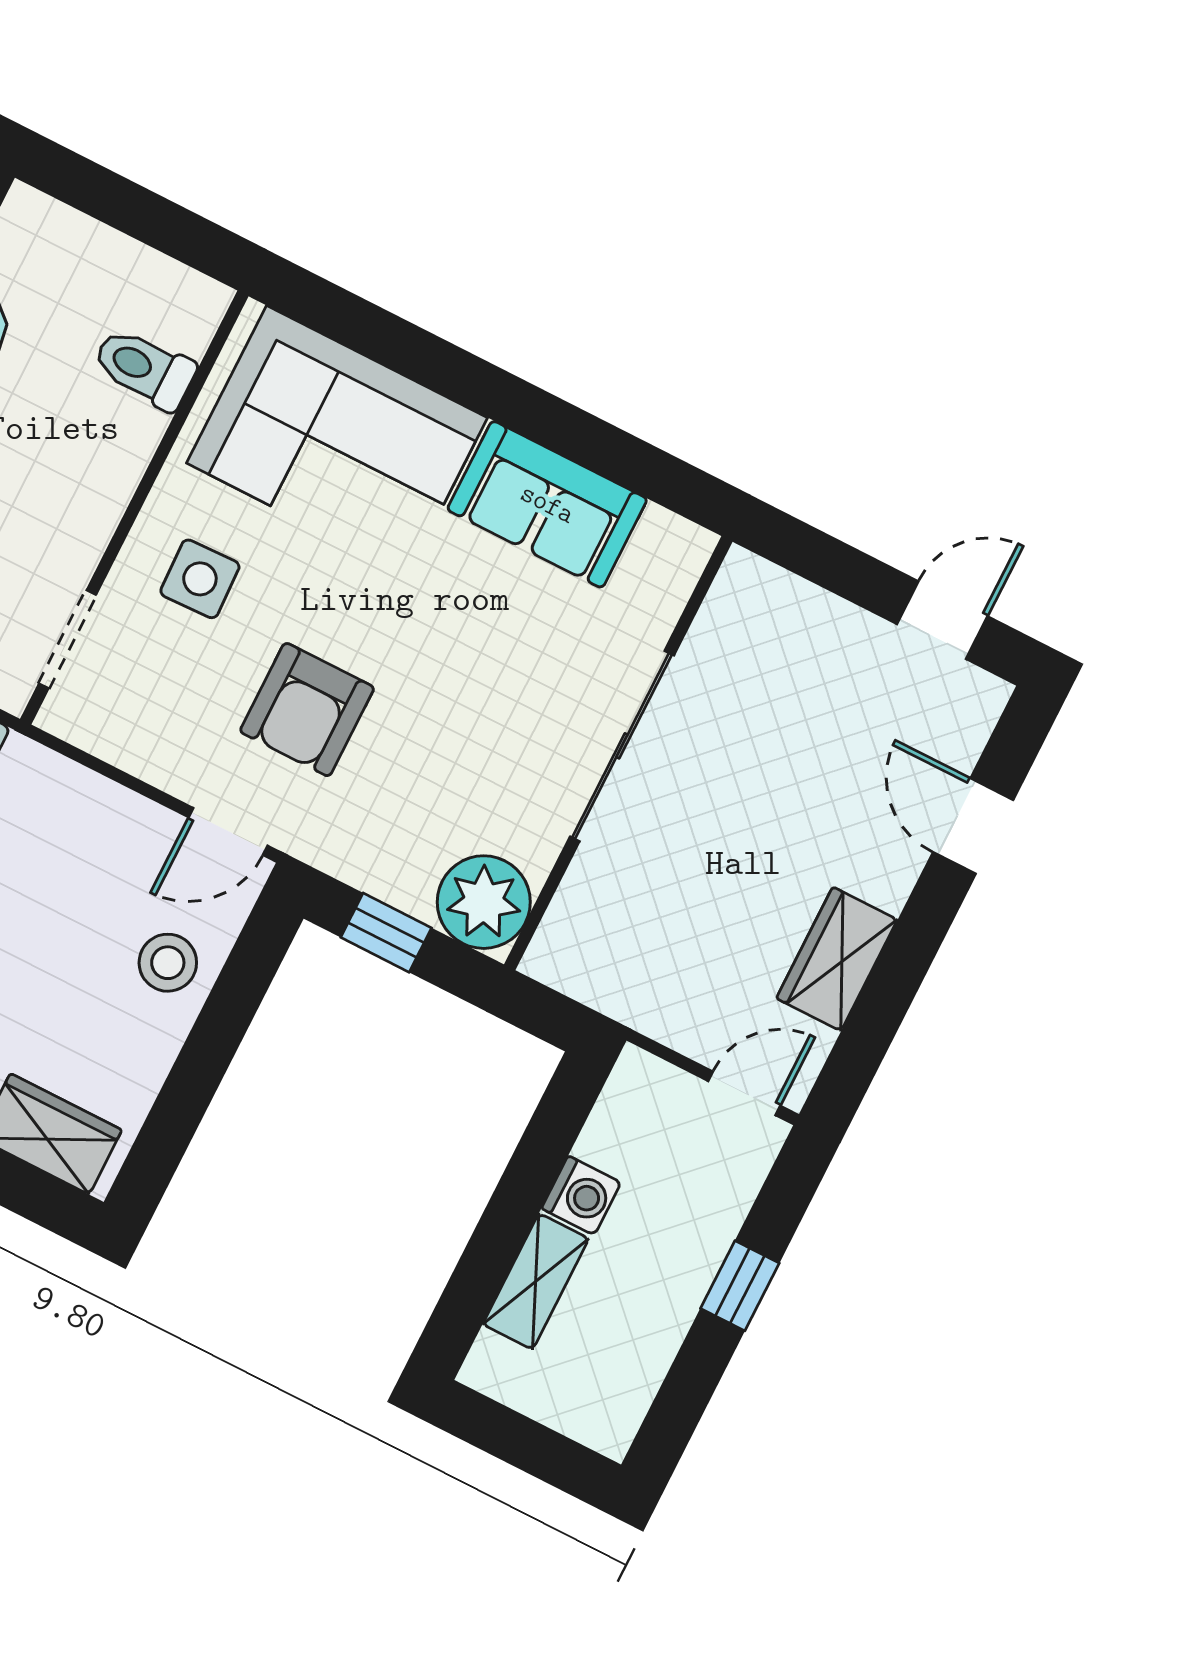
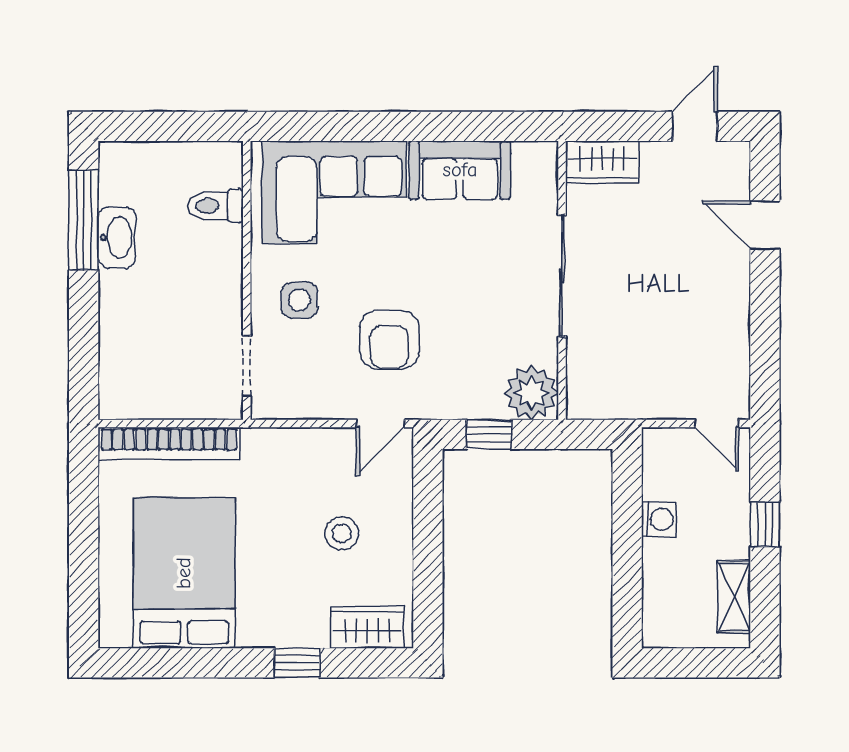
wardrobe: (837, 959) -> (602, 162), moved, turned -90
stool: (168, 963) -> (342, 533), moved
door: (744, 1093) -> (717, 424), swing flipped
shelving: (536, 1281) -> (734, 597), moved

